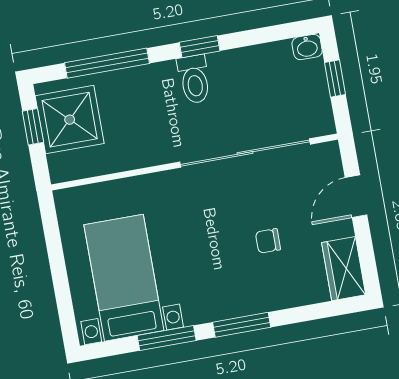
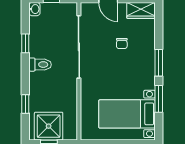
window: (200, 47) -> (25, 43), moved
window: (107, 63) -> (25, 104), width x0.46

